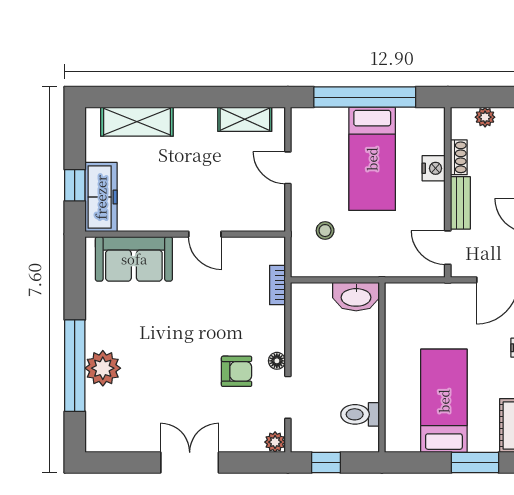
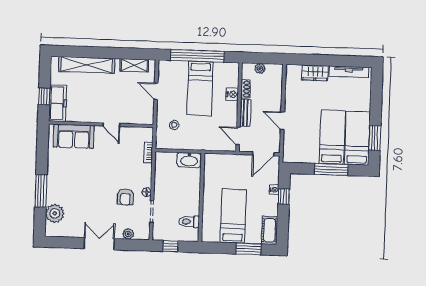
shelving: (137, 122) -> (87, 65), width x1.47
window: (75, 366) -> (41, 191), width x0.68
plant: (103, 368) -> (55, 213), moved
armchair: (237, 371) -> (125, 197), turned 90
plant: (275, 442) -> (128, 234), moved

